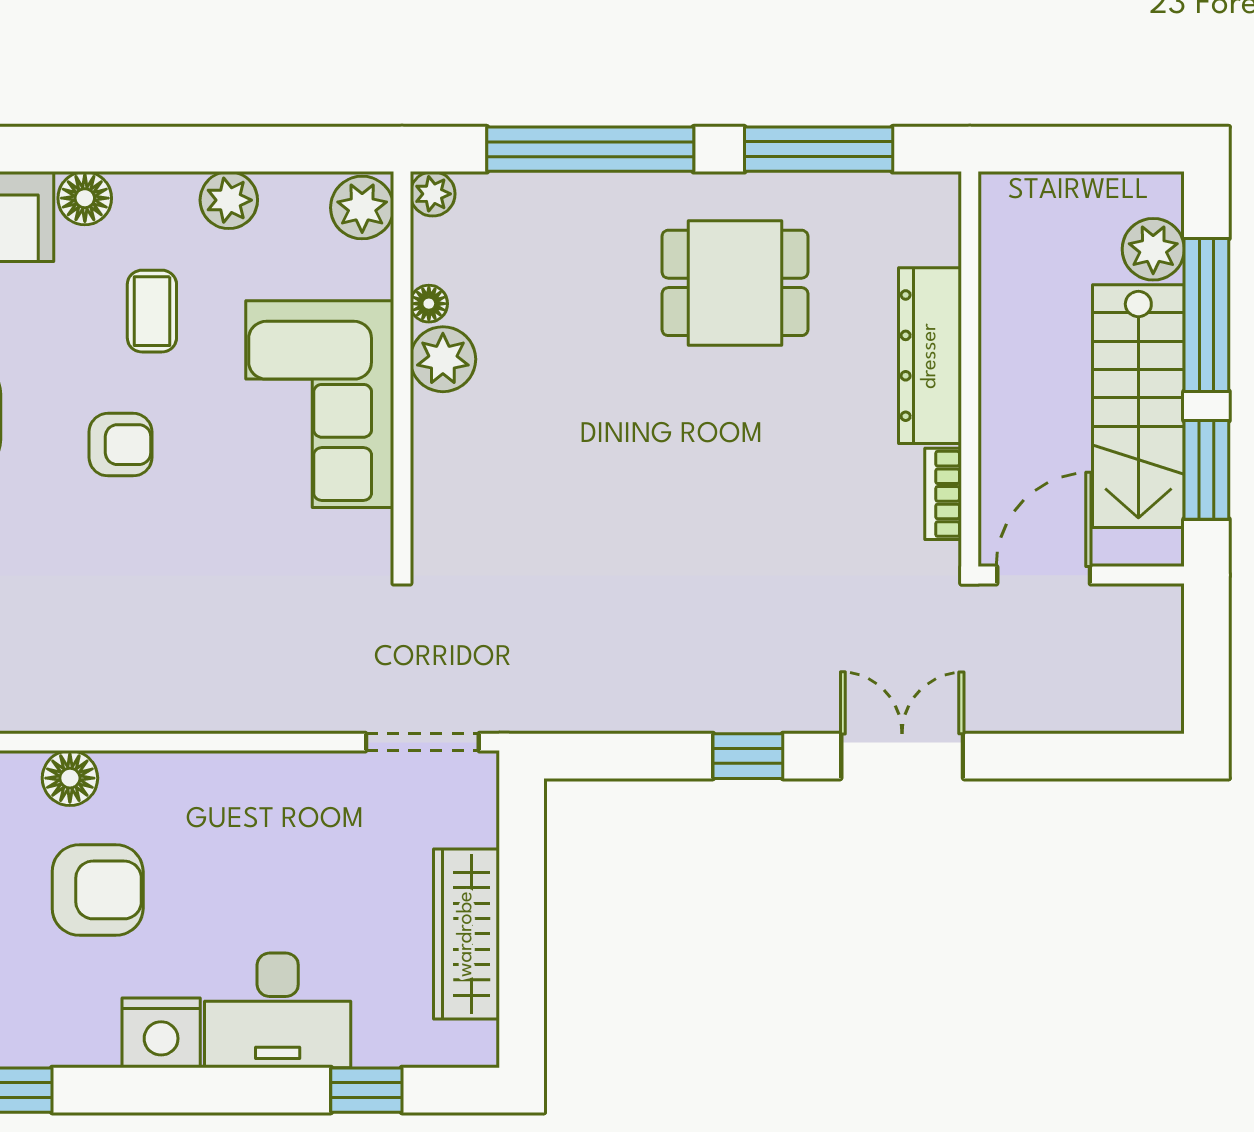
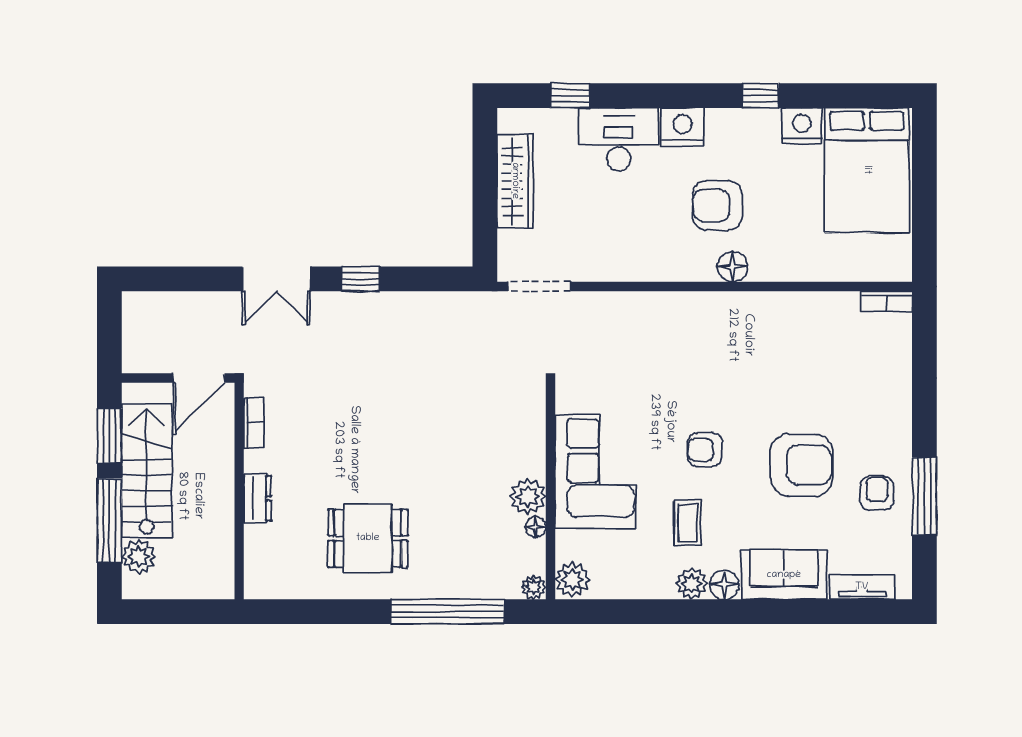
window: (819, 149) -> (322, 612), removed
plant: (229, 200) -> (692, 584), moved
dresser: (930, 356) -> (257, 498), width x0.51, depth x0.80

